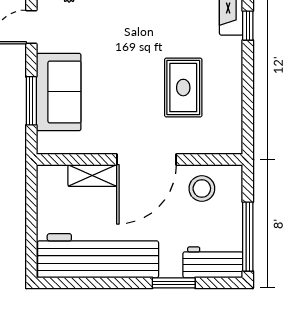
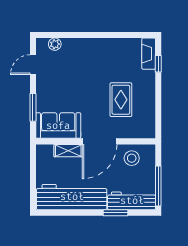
sofa: (59, 92) -> (58, 126), moved, turned -90
workbench: (213, 262) -> (132, 201), width x1.38

